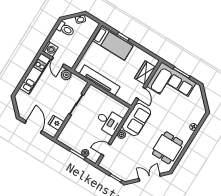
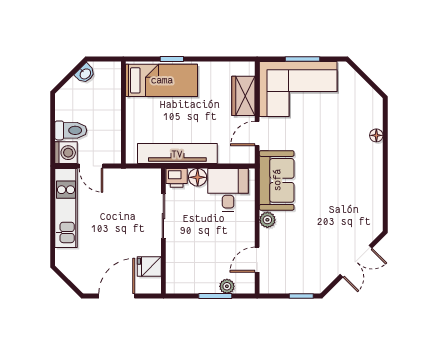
toilet: (66, 29) -> (71, 130), moved
plant: (66, 75) -> (118, 178), removed
printer: (93, 91) -> (177, 178), added
door: (141, 93) -> (257, 133), swing flipped
floor lamp: (102, 96) -> (198, 177), added
desk: (108, 122) -> (228, 190), moved, turned -90
door: (33, 127) -> (117, 296), hinge flipped
dining table: (168, 148) -> (355, 195), removed
double door: (150, 177) -> (356, 261), swing flipped

